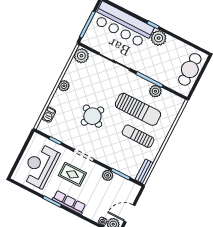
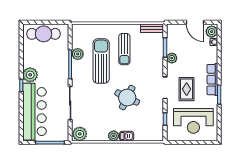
barbecue: (49, 115) -> (127, 136), moved

